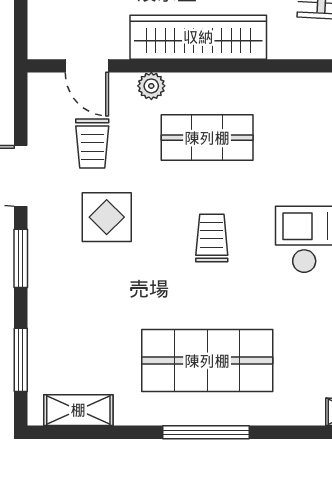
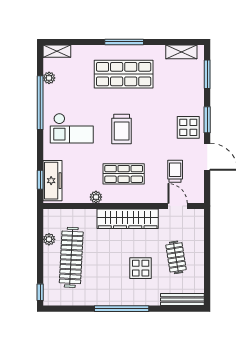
plant: (151, 86) -> (96, 197), moved
display table: (107, 217) -> (188, 127), moved
trolley: (212, 238) -> (122, 129), width x1.36, depth x1.39

